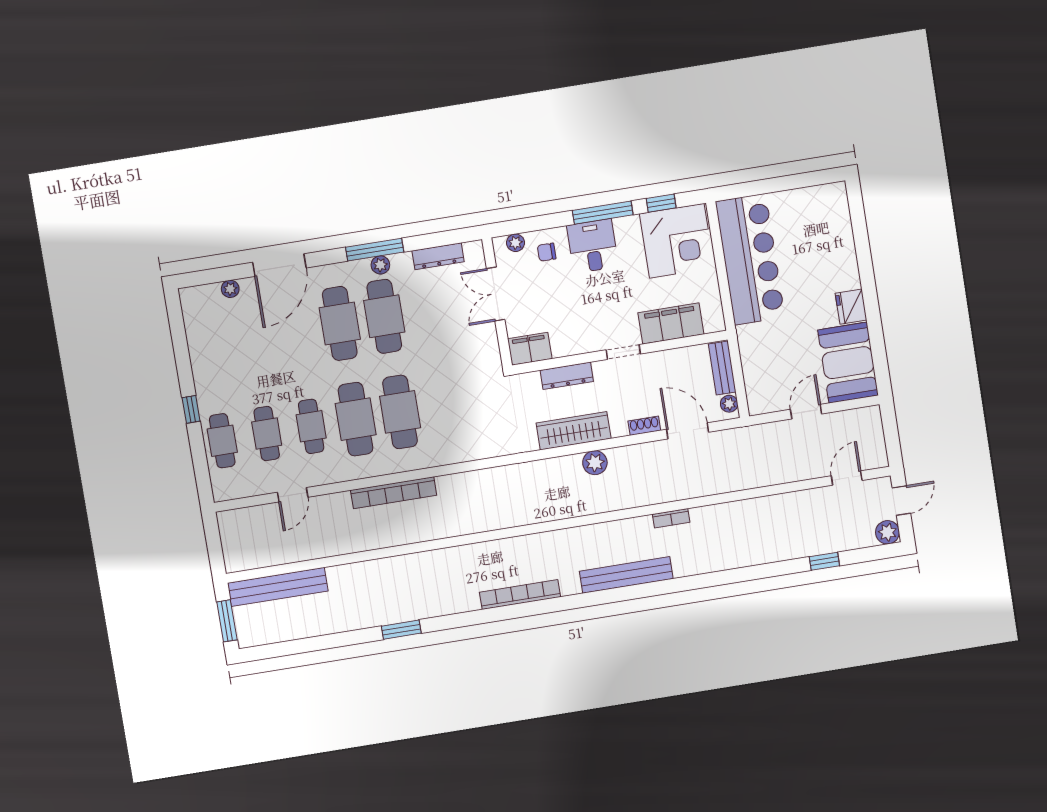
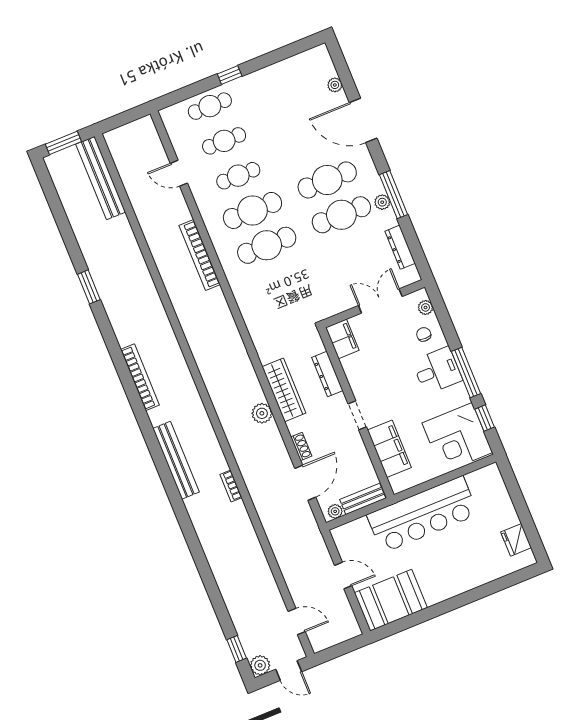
bar counter: (750, 259) -> (423, 515), moved
fridge: (851, 307) -> (516, 540), moved, turned -90
window: (824, 561) -> (237, 649), moved

